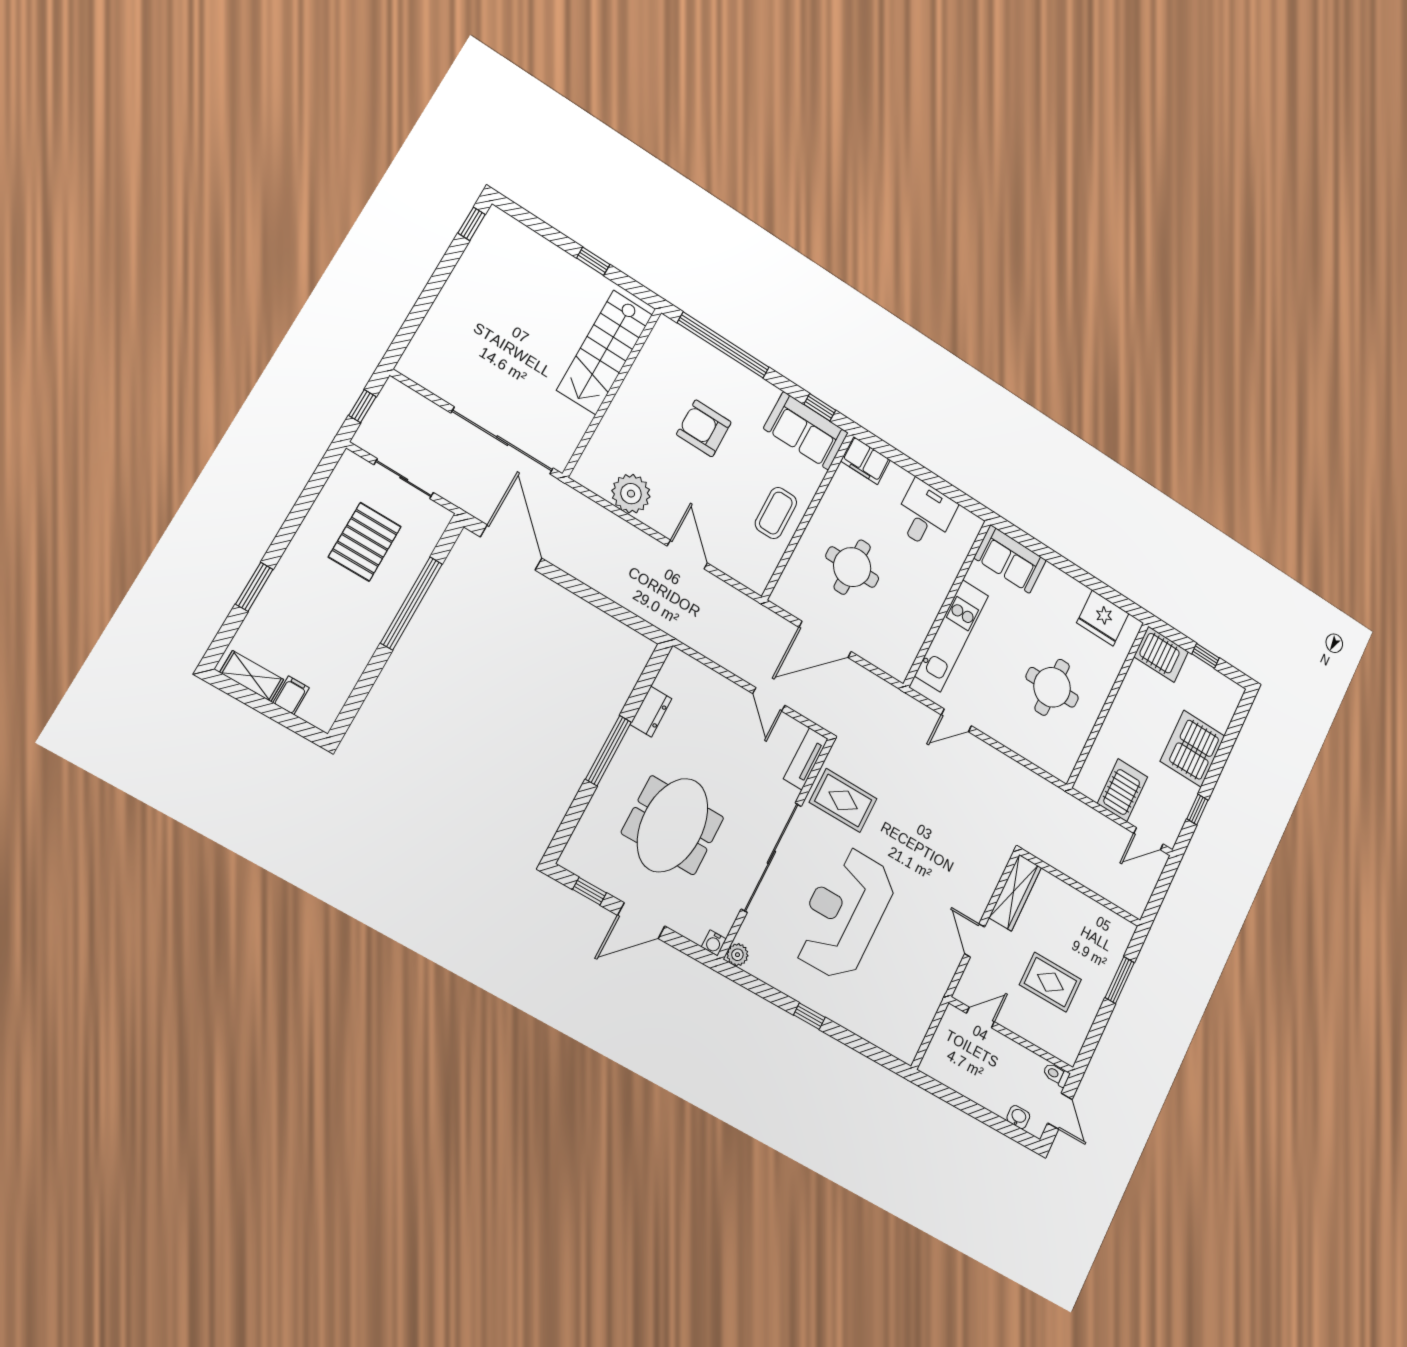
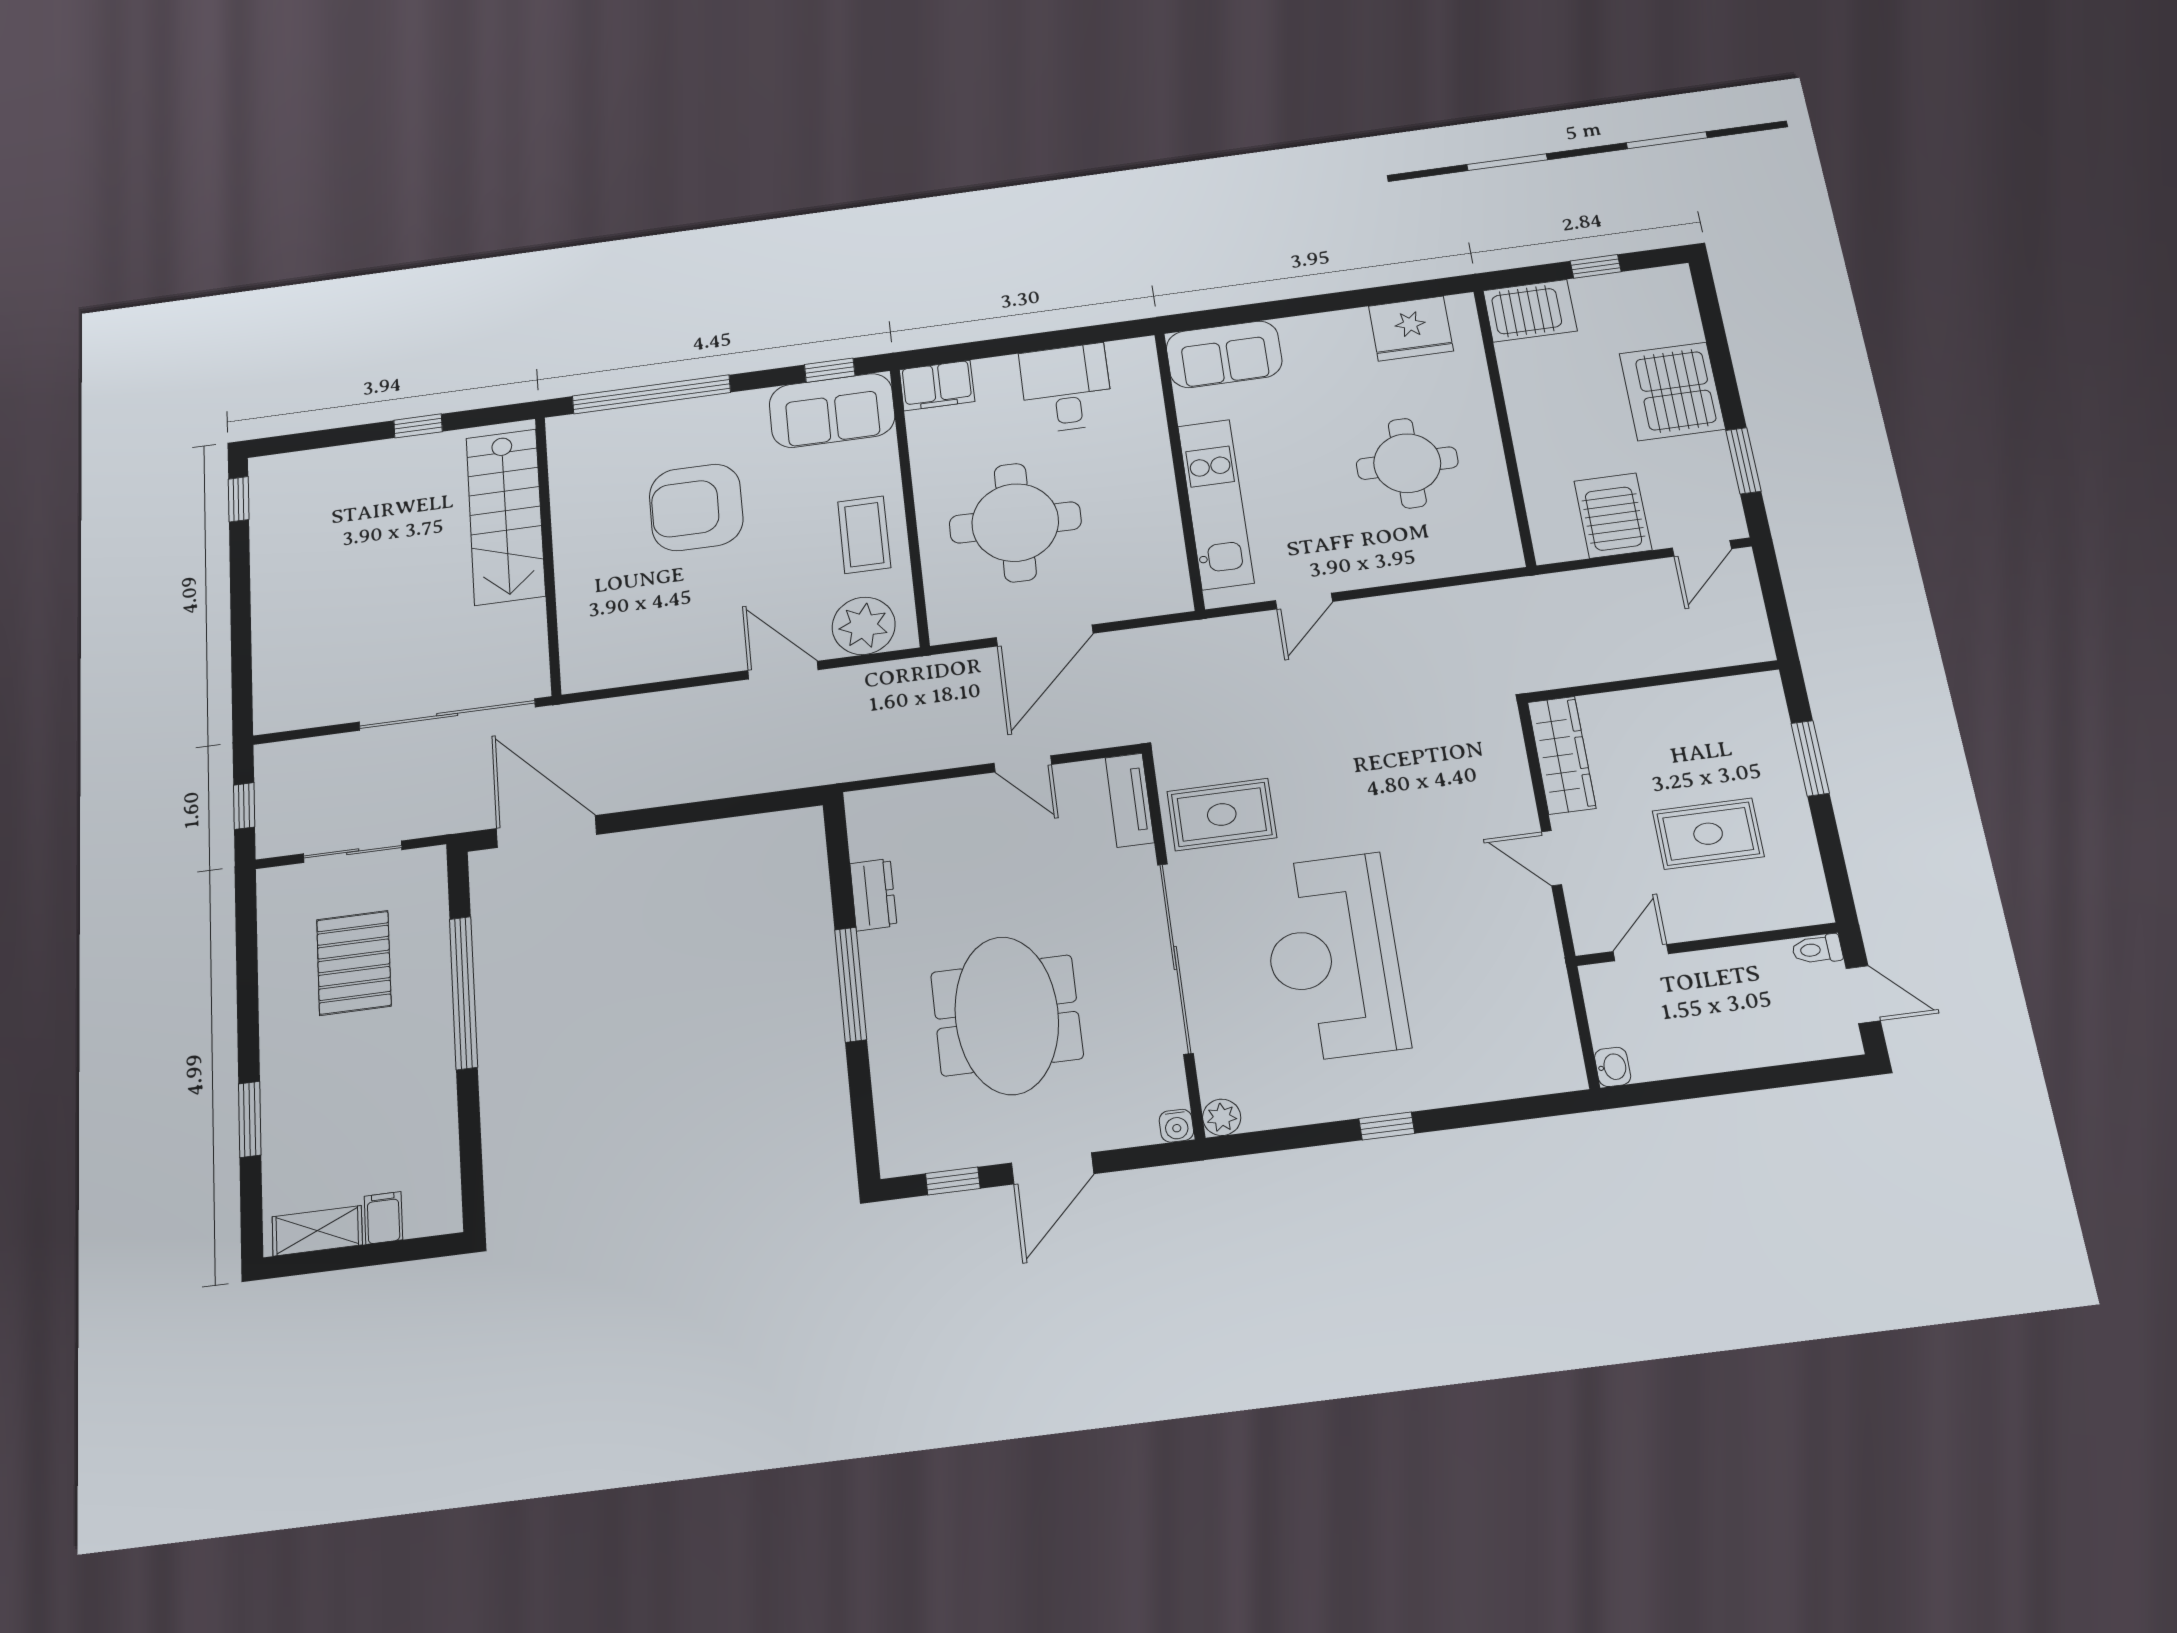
armchair: (704, 428) -> (696, 507), width x1.36, depth x1.36
plant: (631, 494) -> (864, 626), moved
round table: (852, 567) -> (1015, 522), width x1.36, depth x1.36
window: (1197, 810) -> (1743, 461), width x1.50
washbasin: (1018, 1117) -> (1613, 1067), moved, turned 90

